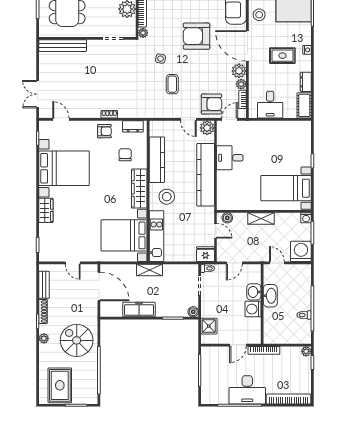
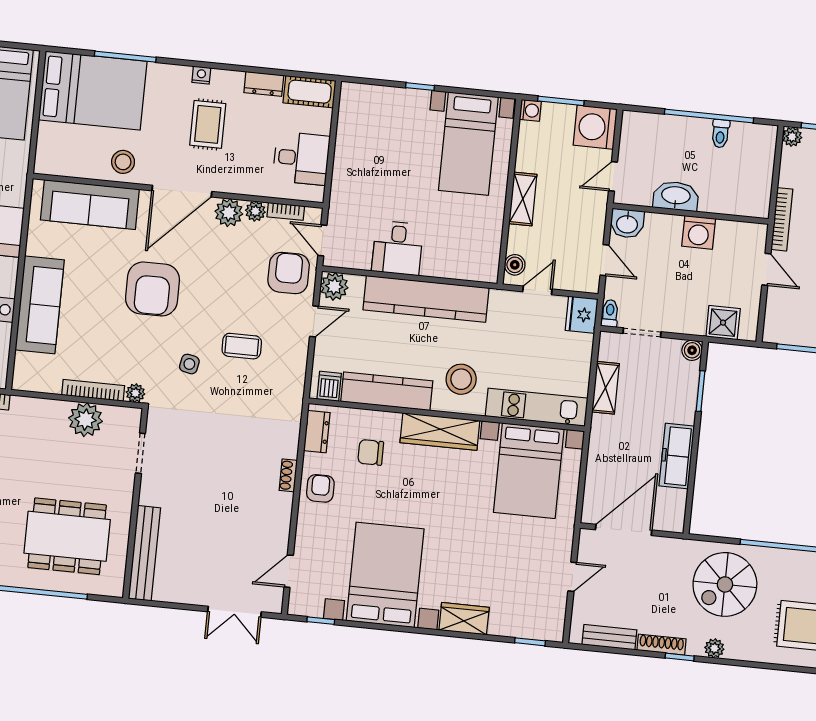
dishwasher: (156, 130) -> (329, 386), added
shelving: (149, 270) -> (605, 388), moved
washbasin: (254, 292) -> (627, 224), moved

